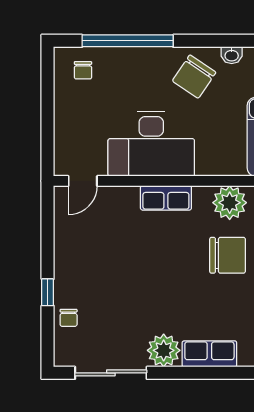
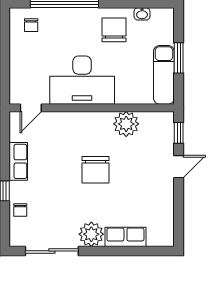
chair: (194, 77) -> (114, 30), turned 146
row of seats: (166, 198) -> (18, 161), moved, turned -90
plant: (230, 203) -> (126, 124), moved
chair: (228, 255) -> (96, 170), moved, turned 90

